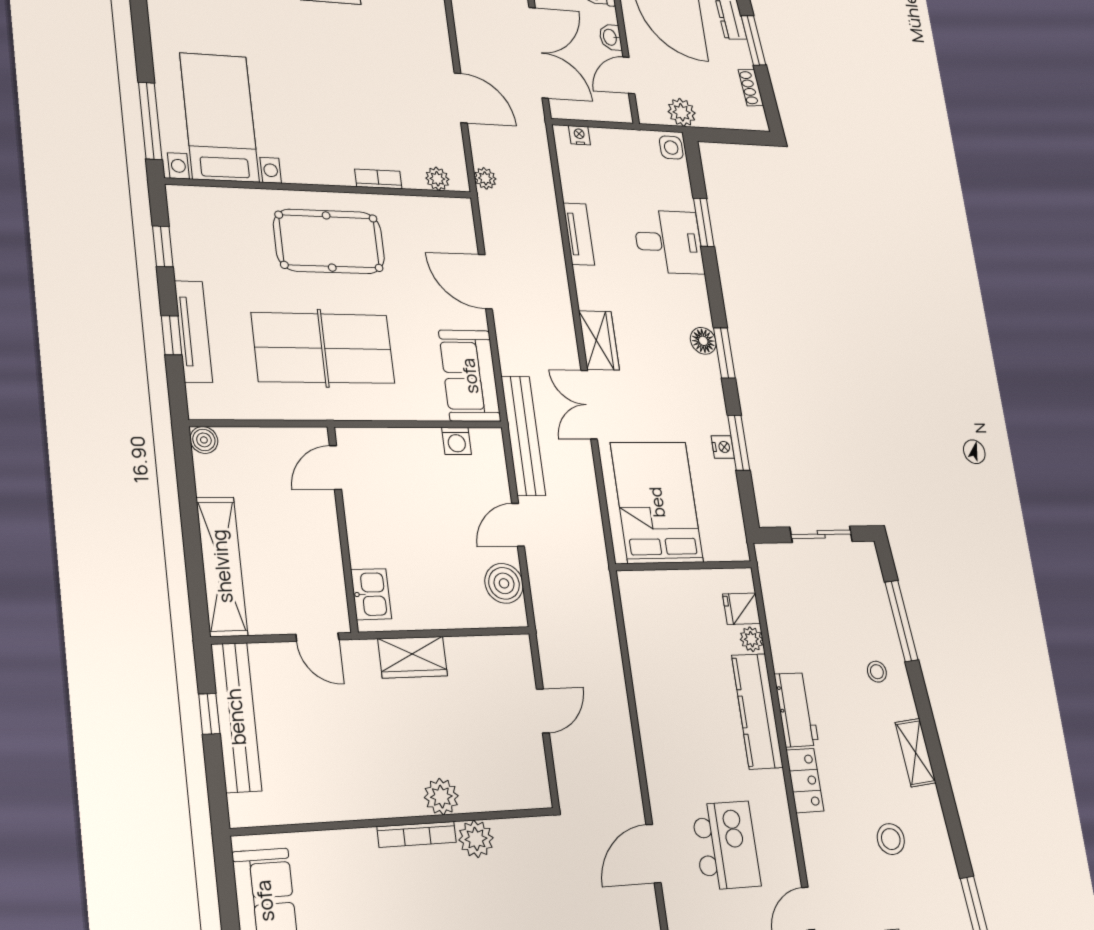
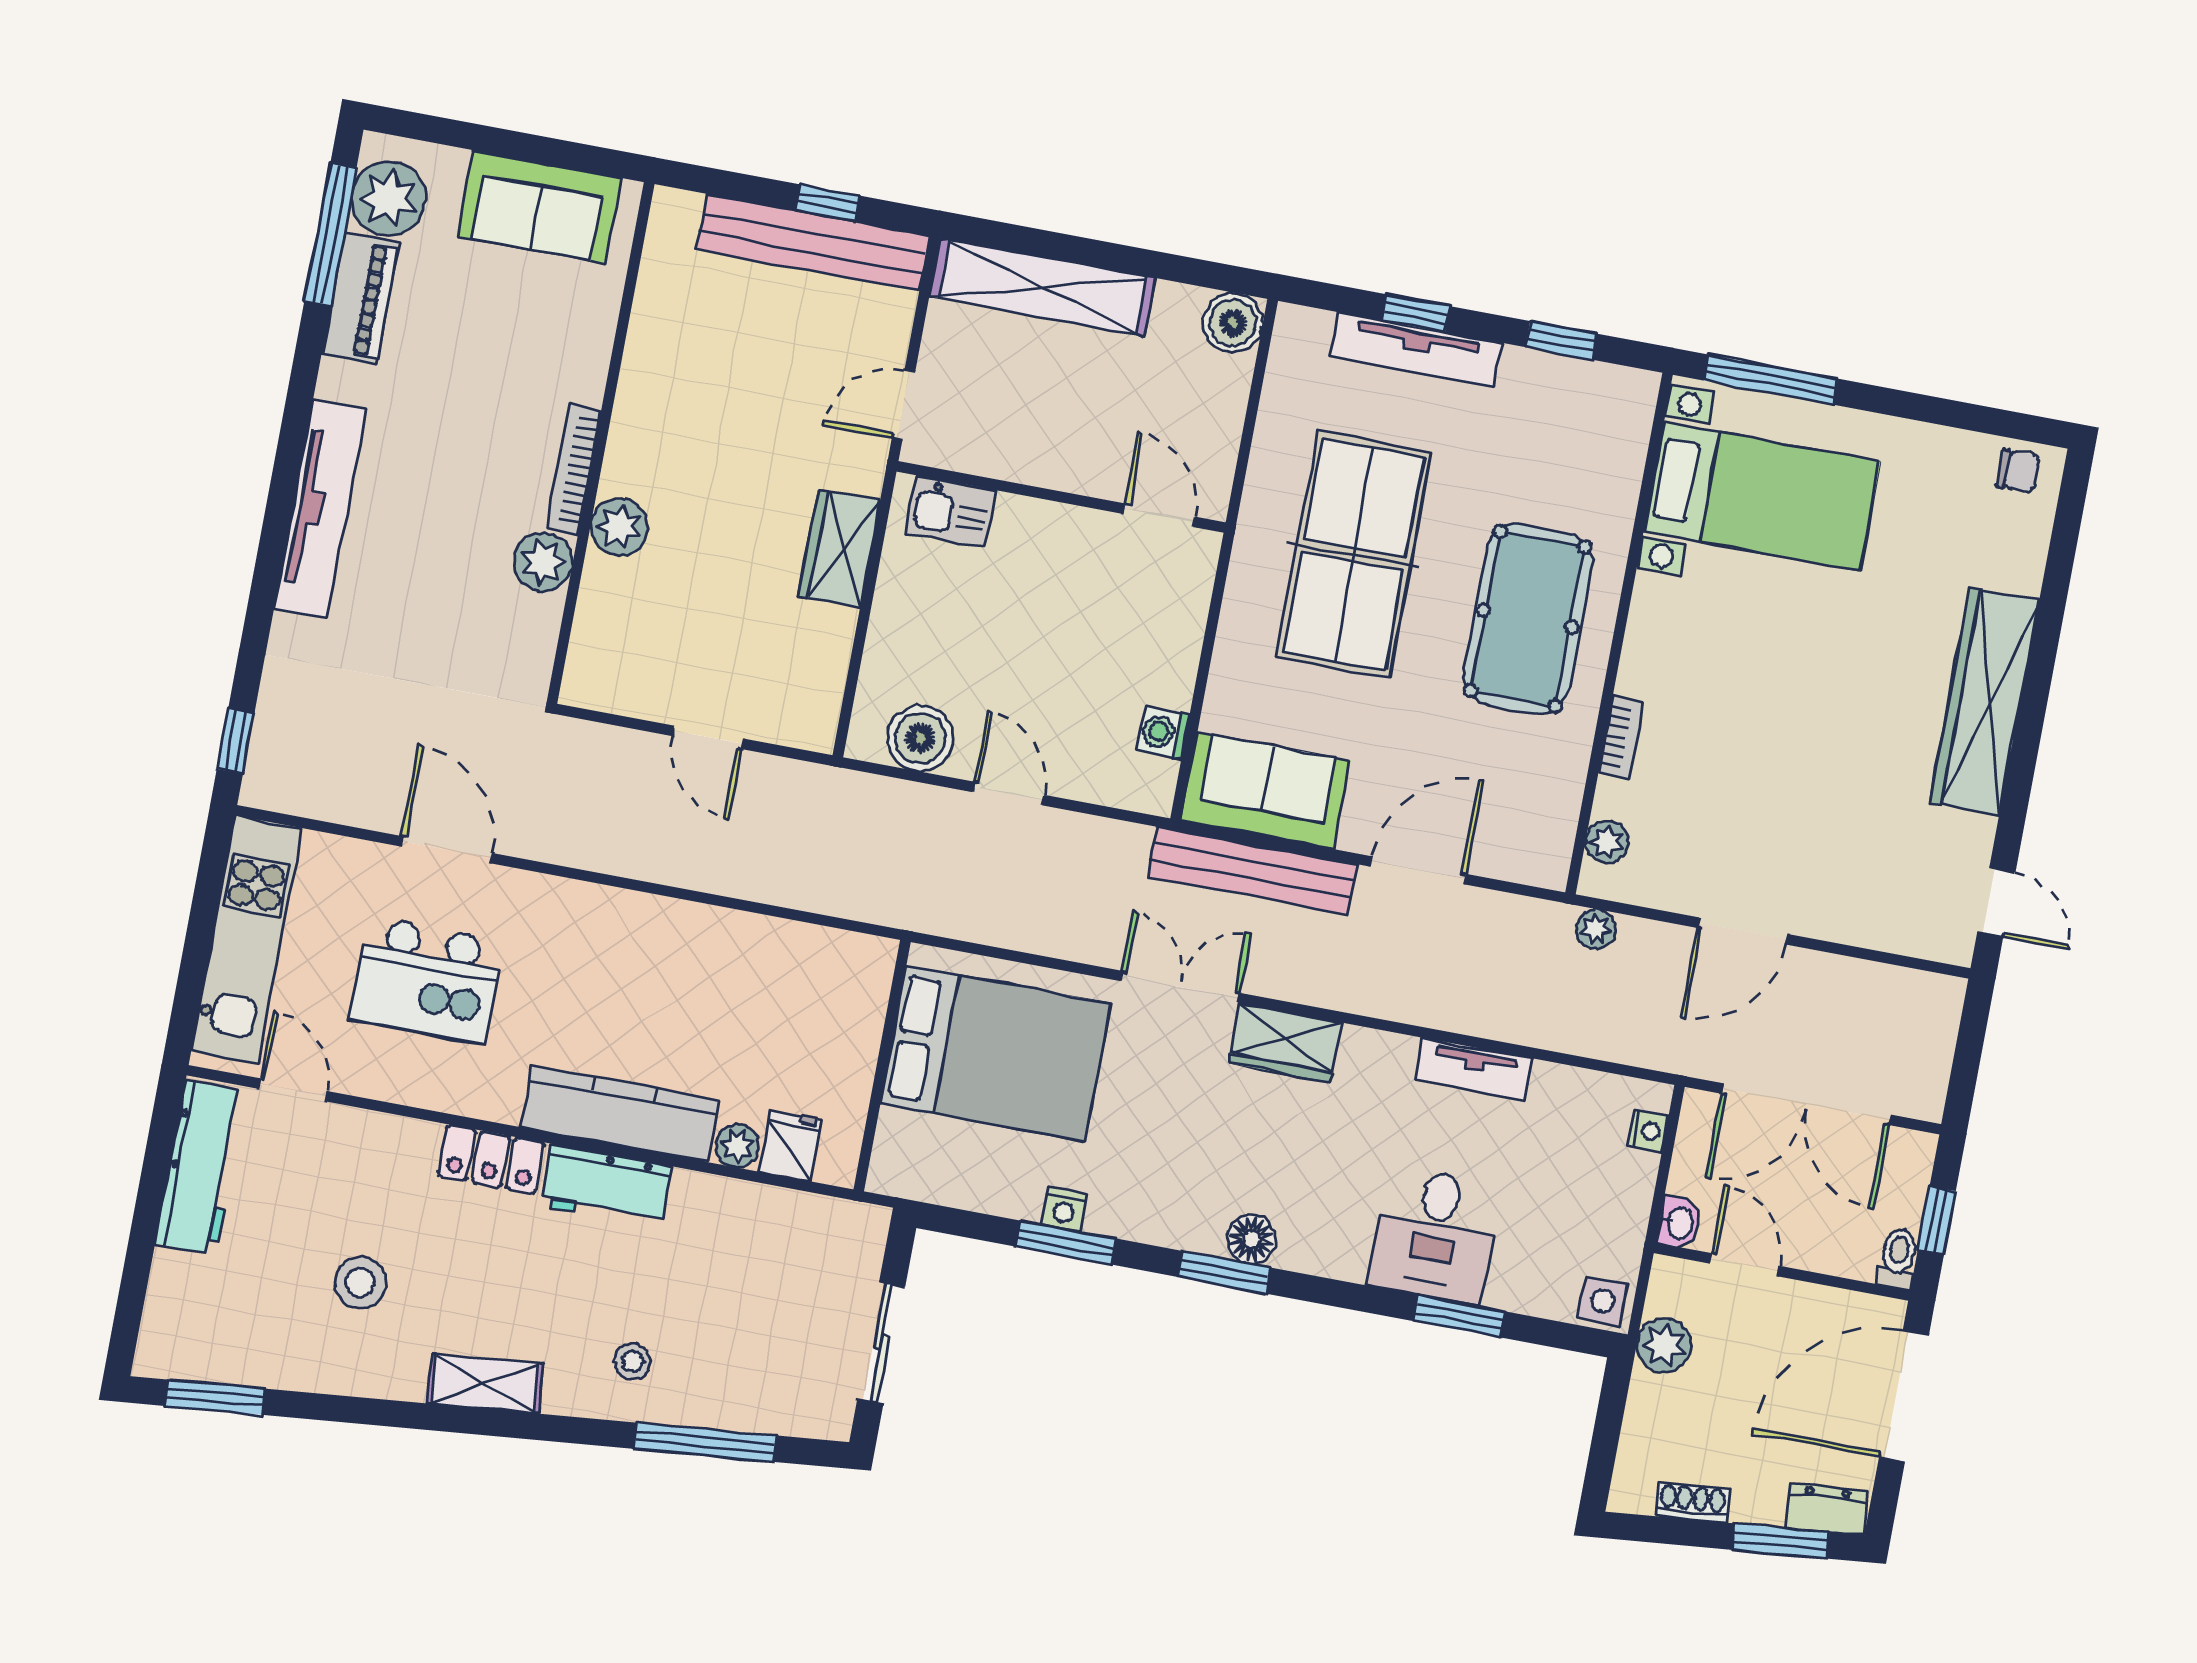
washbasin: (610, 37) -> (1679, 1223), moved, turned 90
bench: (523, 436) -> (1252, 870), moved
boiler: (204, 440) -> (1233, 323), width x1.36, depth x1.36

